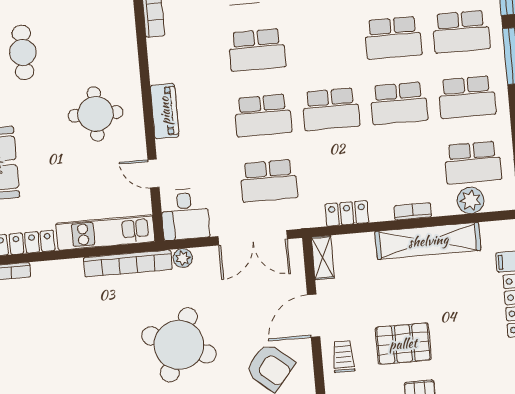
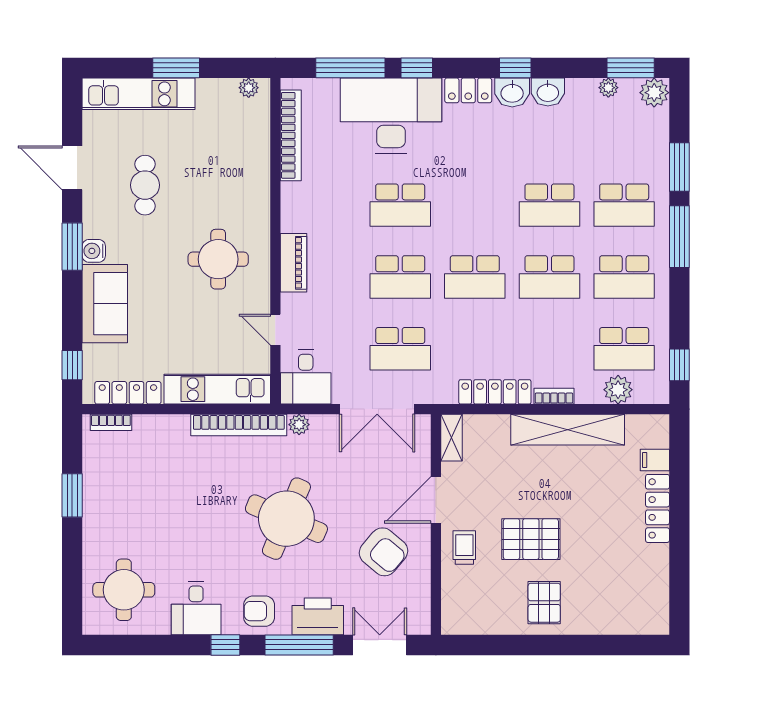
locker: (347, 213) -> (495, 392), width x1.53

